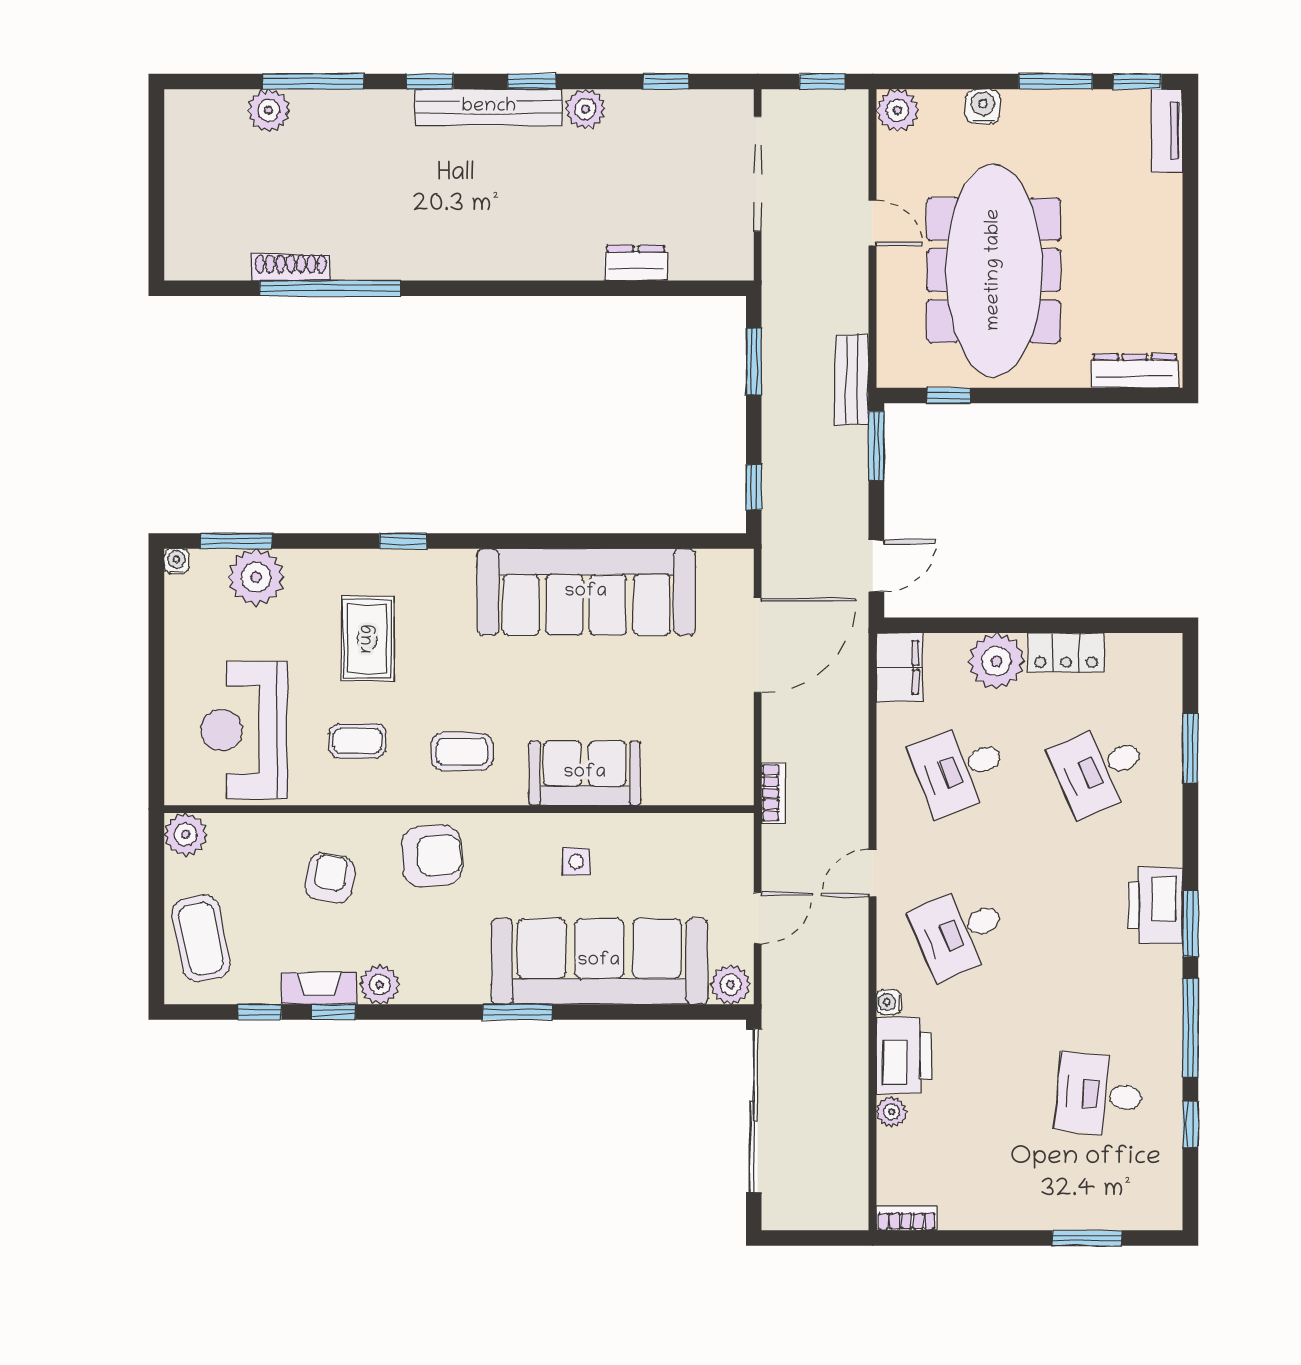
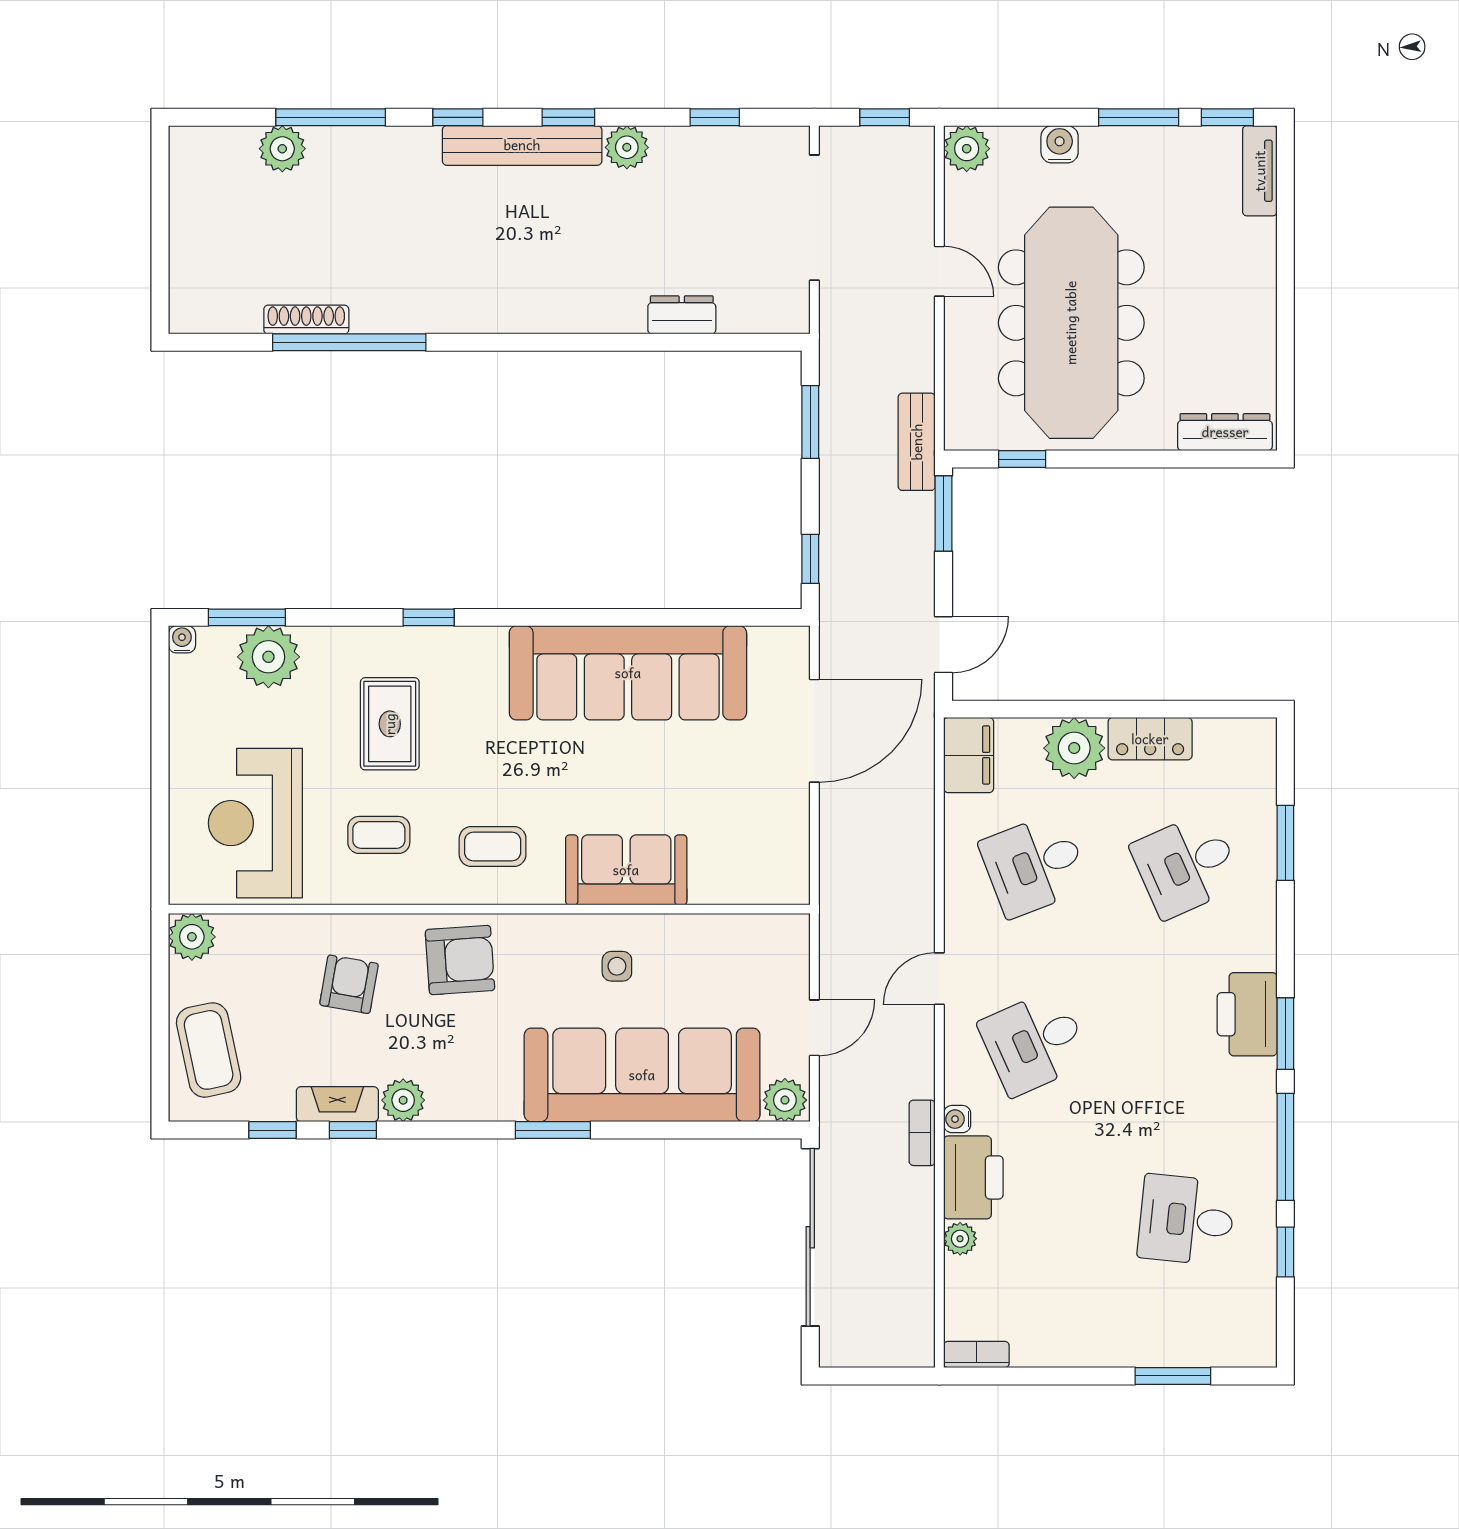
bookcase: (773, 793) -> (922, 1133), moved, turned 180

